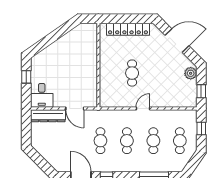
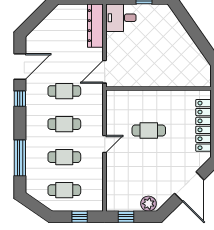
door: (75, 108) -> (105, 72), moved
door: (143, 108) -> (105, 144), hinge flipped

